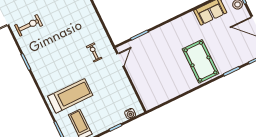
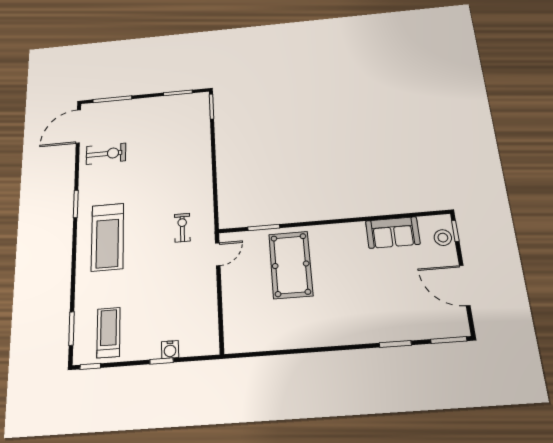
pool table: (200, 61) -> (291, 265), moved
treadmill: (70, 96) -> (107, 237), moved, turned 90
water cooler: (130, 114) -> (170, 350), moved

